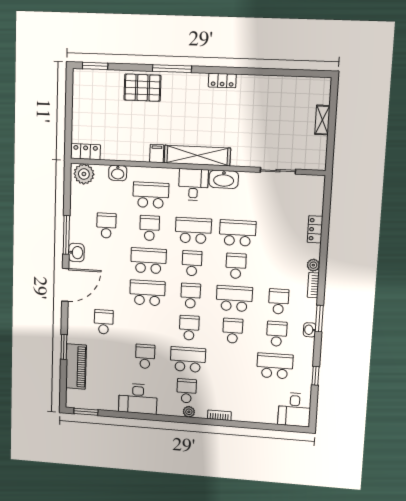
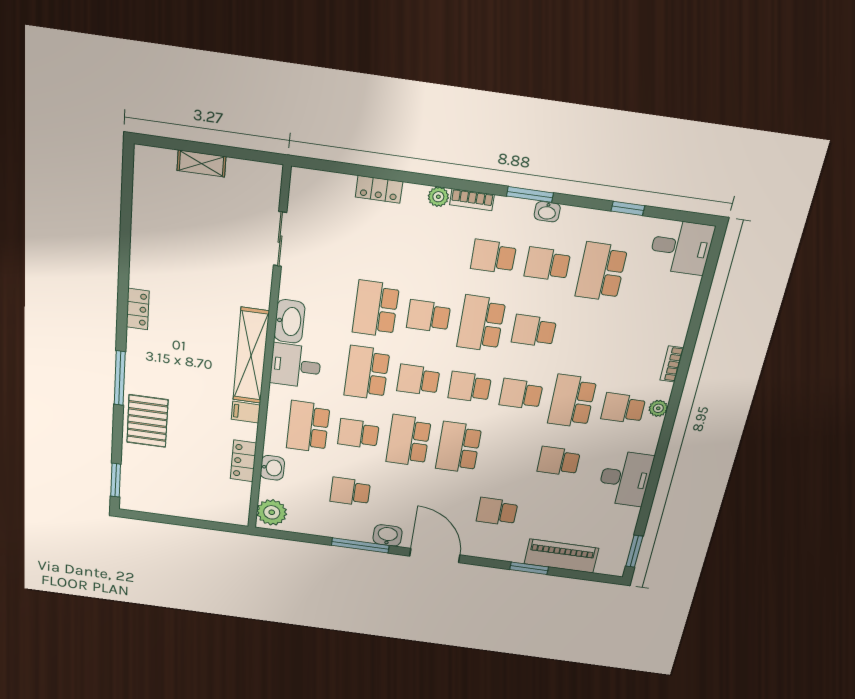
locker: (86, 152) -> (243, 461), moved

